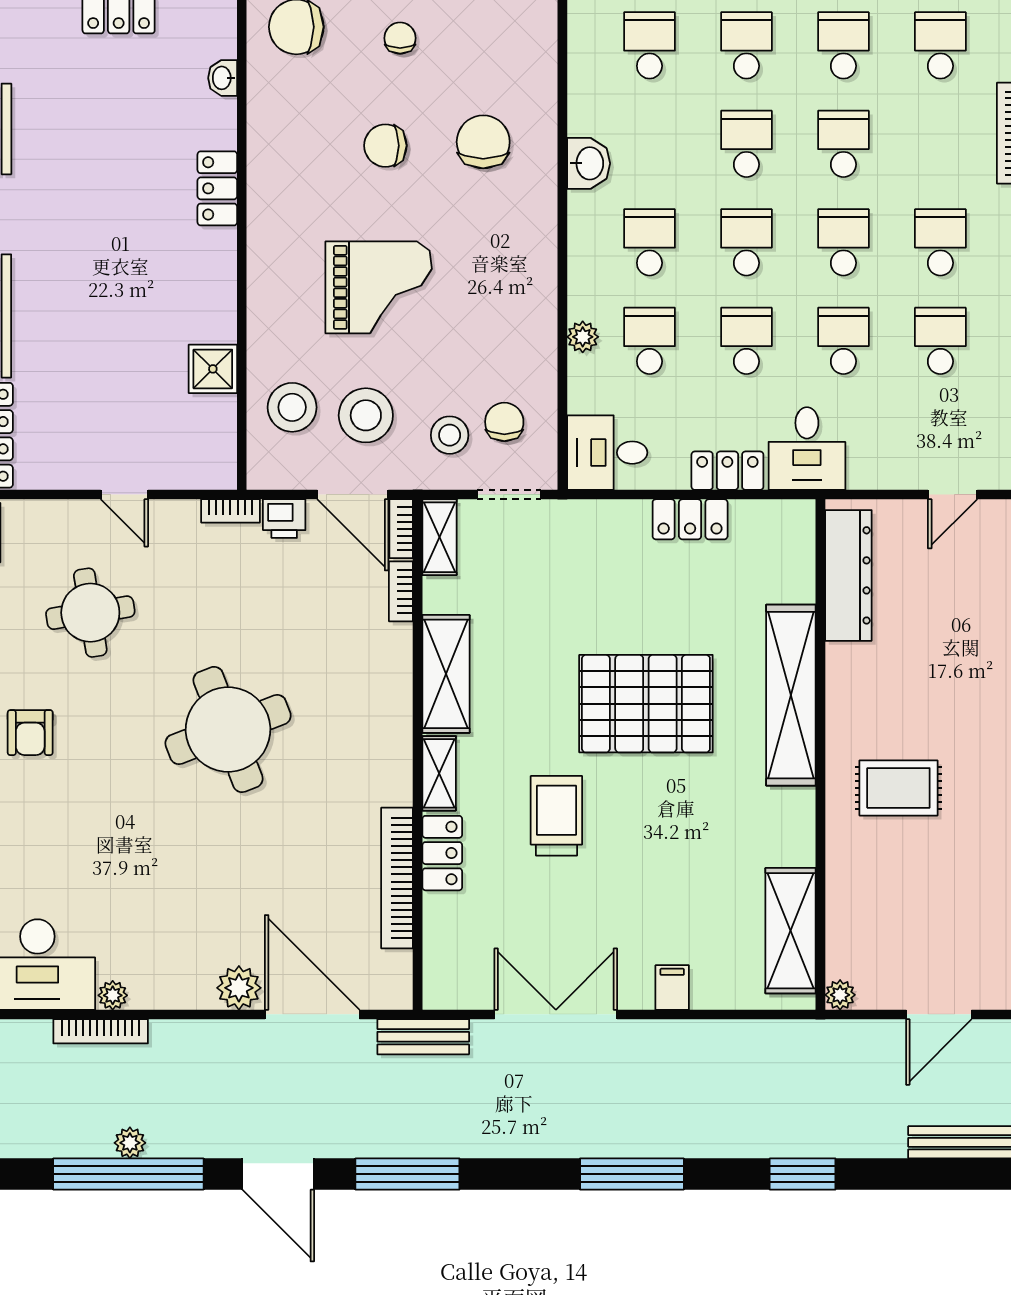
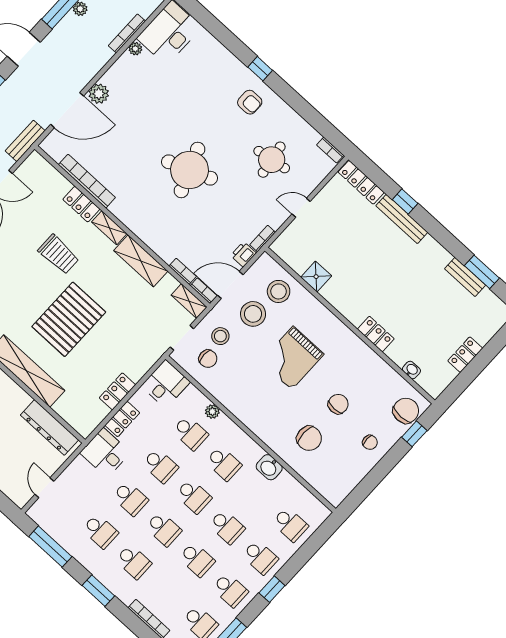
armchair: (30, 733) -> (250, 102), turned 180

